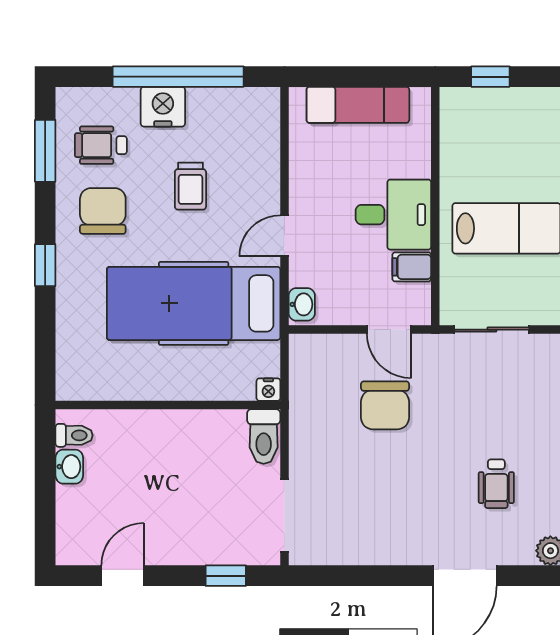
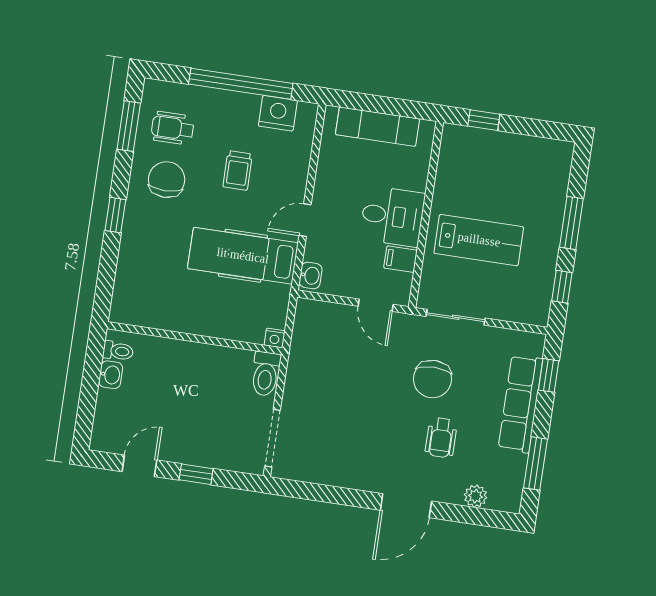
nightstand: (163, 107) -> (278, 113), moved
hospital bed: (194, 303) -> (243, 256), width x0.73, depth x0.78
chair: (385, 405) -> (433, 379), moved
window: (226, 576) -> (196, 474), moved

